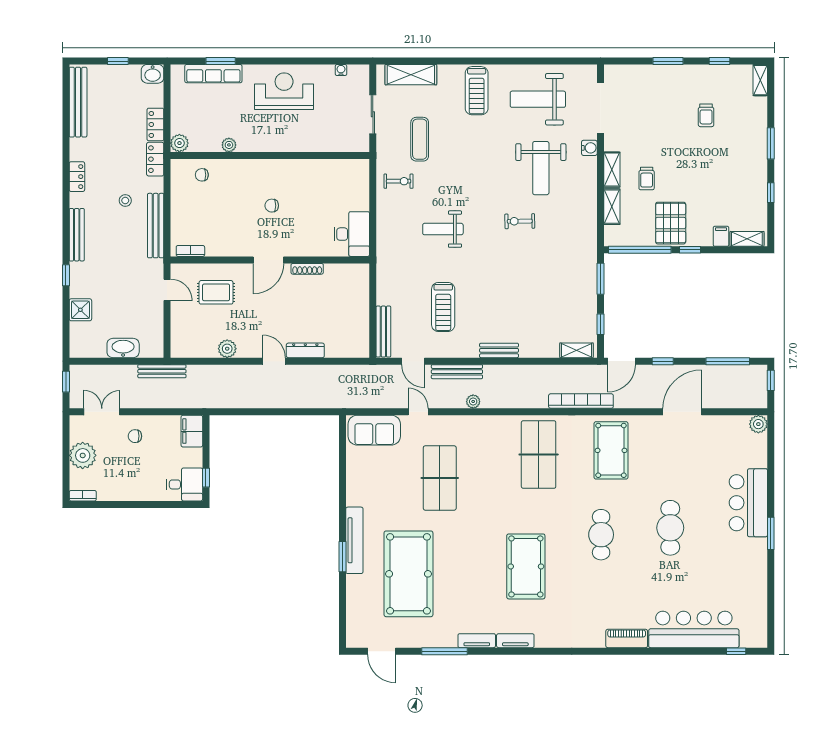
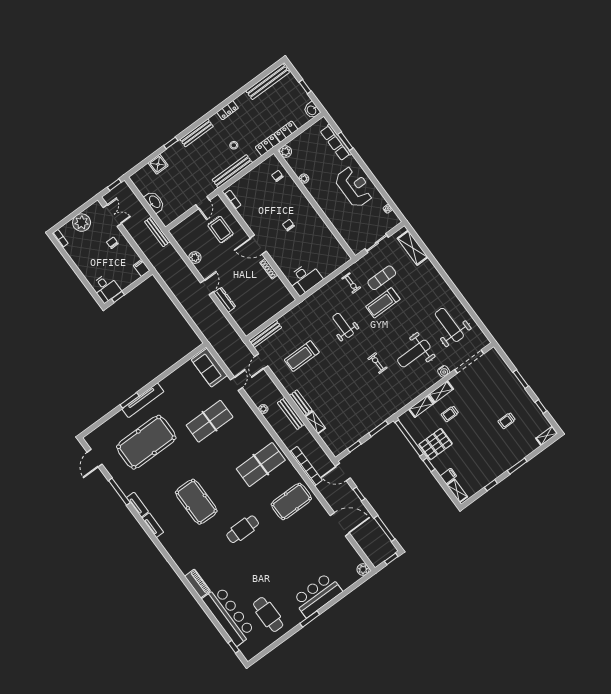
treadmill: (477, 91) -> (383, 303), moved
shelving: (576, 350) -> (315, 422), moved
bench: (457, 372) -> (291, 413), moved
filing cabinet: (192, 431) -> (142, 268), width x0.50
cafe table: (670, 528) -> (268, 615), moved, turned 90
pool table: (526, 566) -> (196, 502), turned 90

